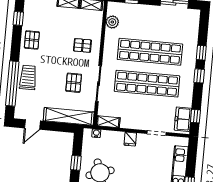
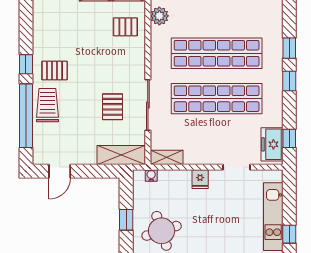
window: (18, 18) -> (26, 64), moved
pallet: (32, 40) -> (55, 71), moved, turned 90
pallet: (82, 45) -> (125, 27), moved
shelving: (69, 116) -> (121, 155), width x0.68

